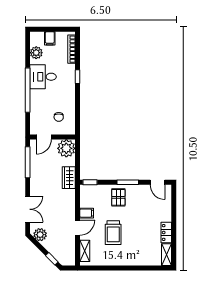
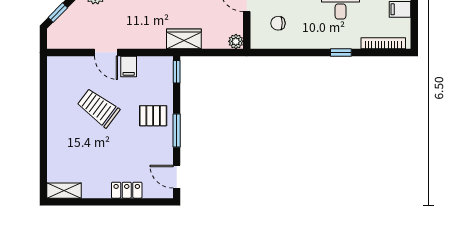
plant: (66, 148) -> (236, 41), width x0.53, depth x0.53
door: (158, 182) -> (177, 177), hinge flipped
locker: (166, 232) -> (127, 190), moved
trolley: (113, 233) -> (98, 108), turned 37
shelving: (85, 251) -> (70, 64), removed

